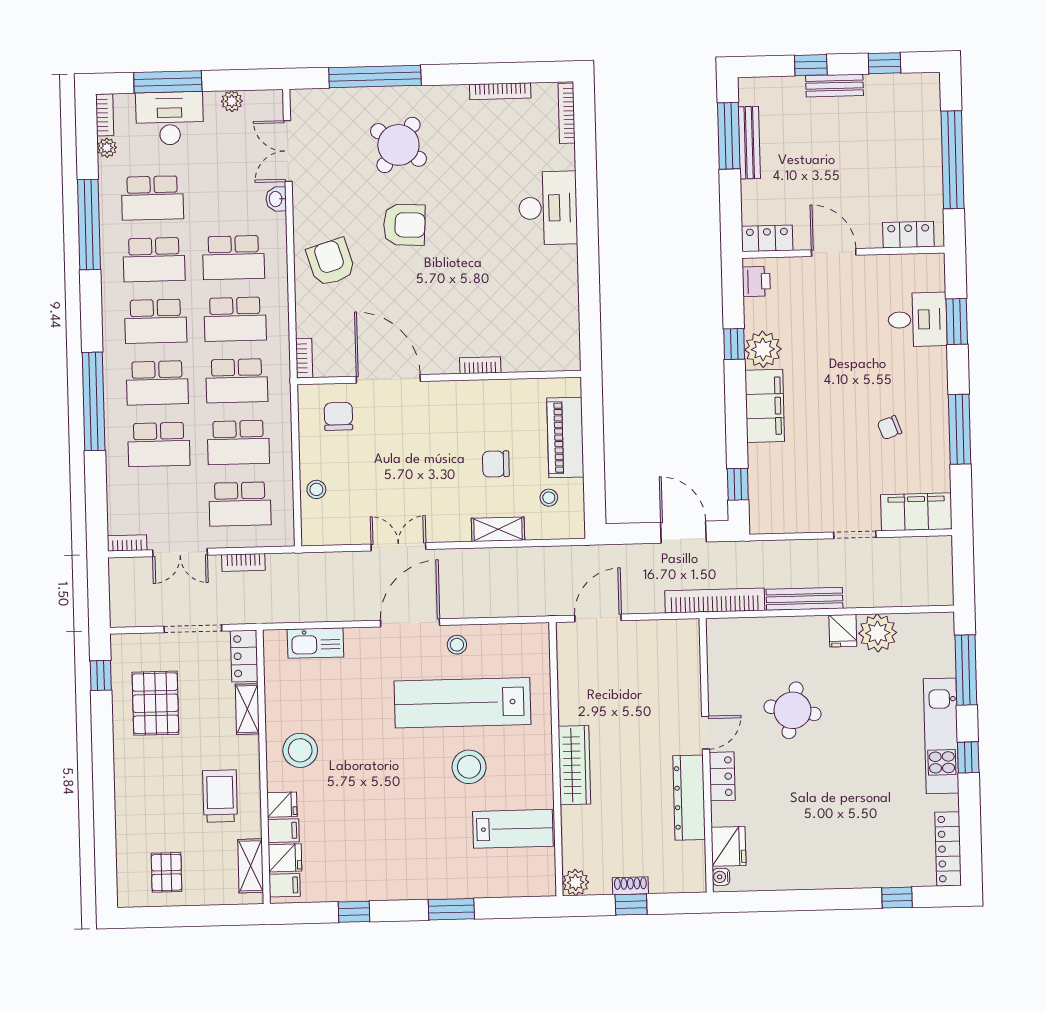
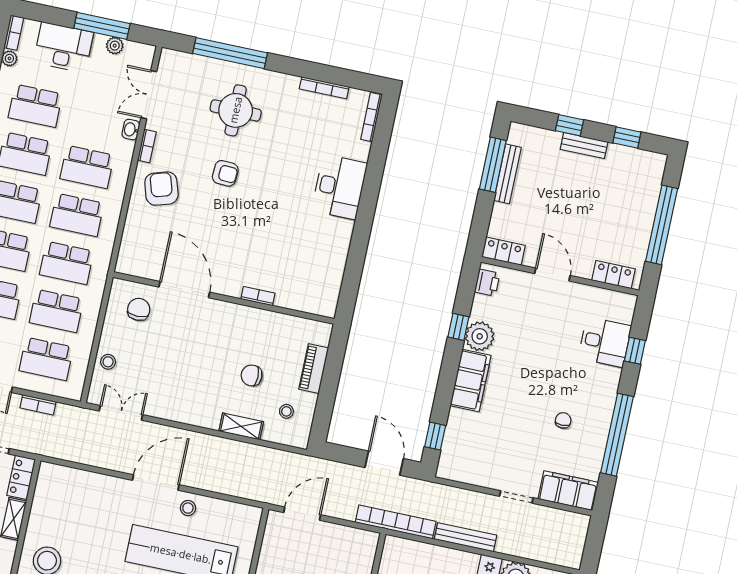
window: (168, 82) -> (102, 26), moved
round table: (398, 145) -> (236, 110), turned -36
armchair: (404, 225) -> (225, 173), width x0.72, depth x0.72
window: (957, 321) -> (635, 351), width x0.67
bookcase: (304, 358) -> (147, 146), moved
chair: (890, 428) -> (563, 420), turned 110
window: (960, 429) -> (617, 435), width x1.46
piano: (565, 438) -> (314, 369), width x0.73, depth x0.75
double door: (398, 547) -> (121, 413), moved
kitchen sink: (315, 643) -> (79, 481), removed

